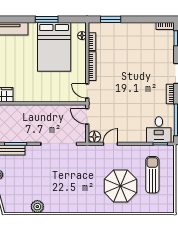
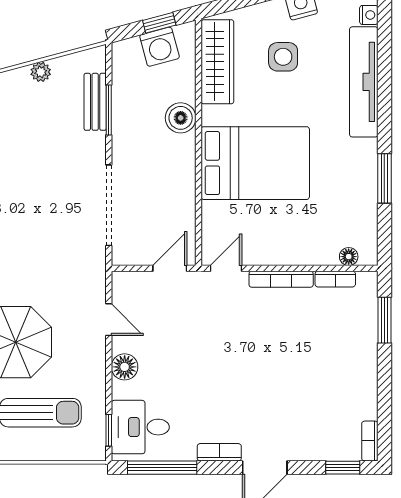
bed: (54, 47) -> (255, 163), moved, turned 180
boiler: (19, 111) -> (181, 118), added
floor lamp: (94, 137) -> (125, 367), moved

